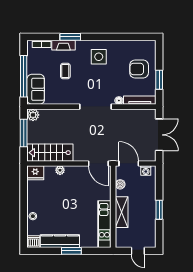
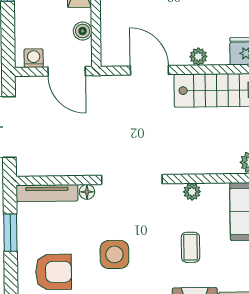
side table: (99, 57) -> (114, 254), moved
armchair: (139, 69) -> (54, 272), moved
plant: (64, 100) -> (192, 192), added
door: (98, 163) -> (149, 70), moved

